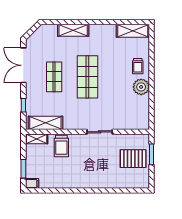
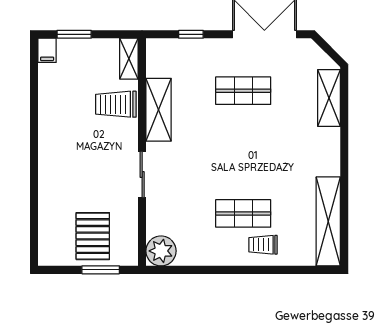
shelving: (73, 30) -> (329, 98), moved
shelving: (133, 31) -> (328, 221), width x1.47
shop shelf: (87, 77) -> (243, 213), moved, width x0.70, depth x0.74
plant: (141, 87) -> (161, 251), moved
shelving: (45, 123) -> (159, 110), moved

